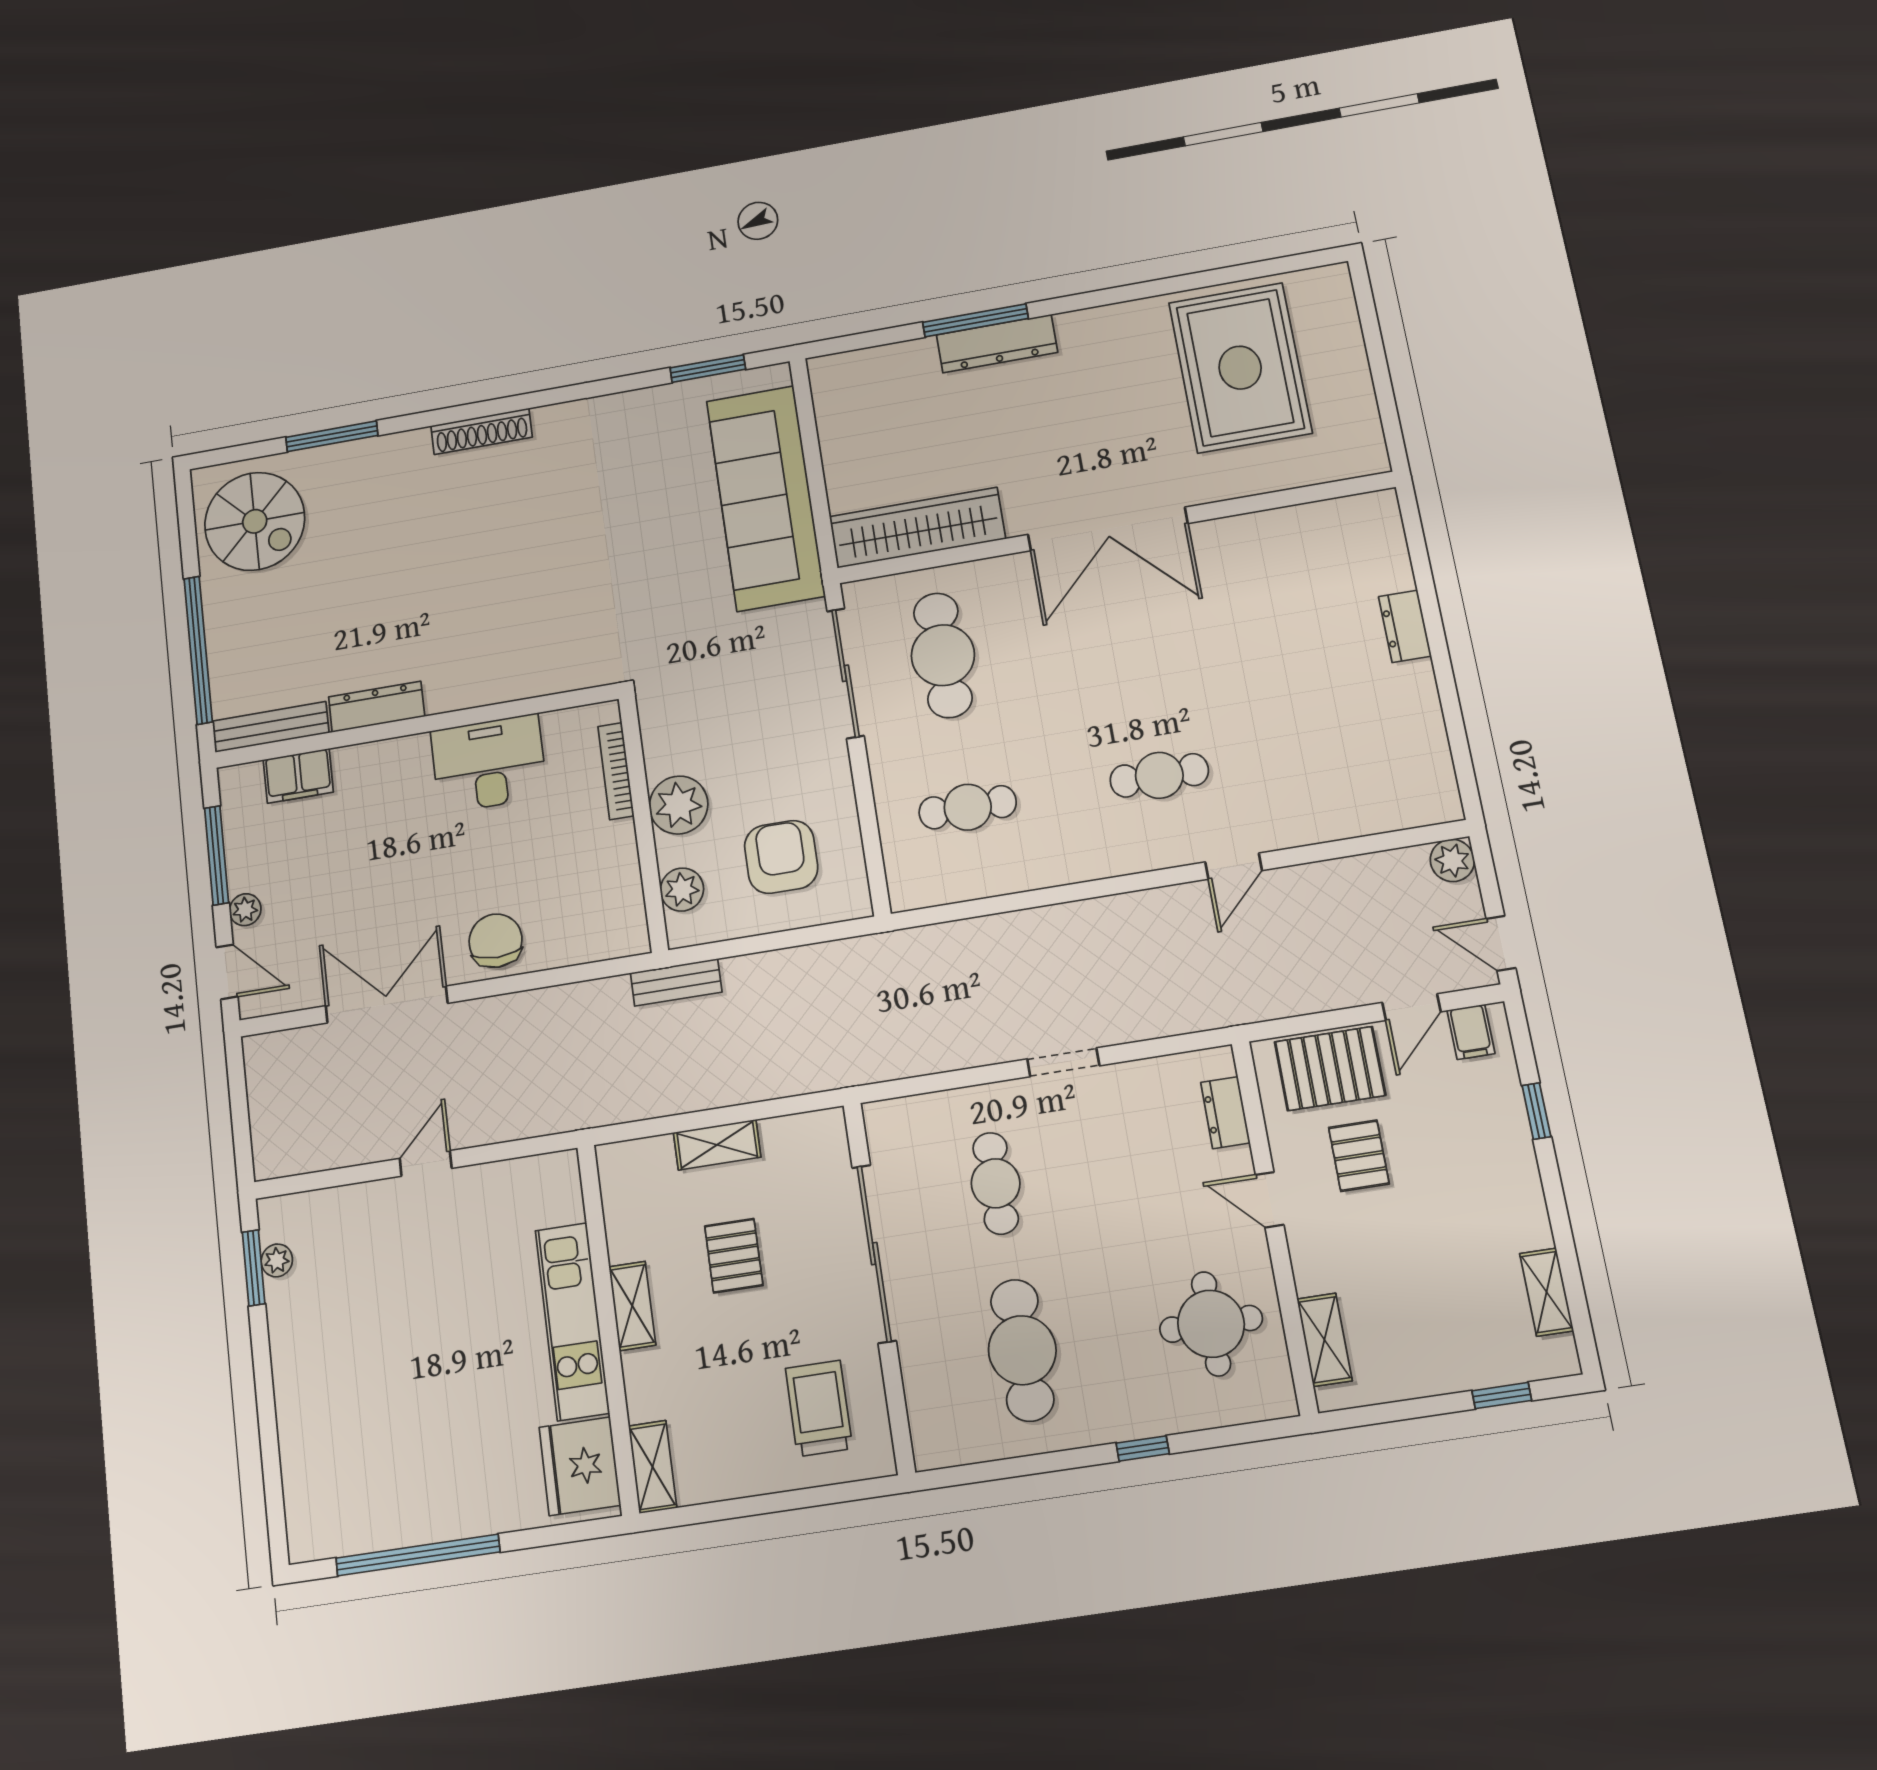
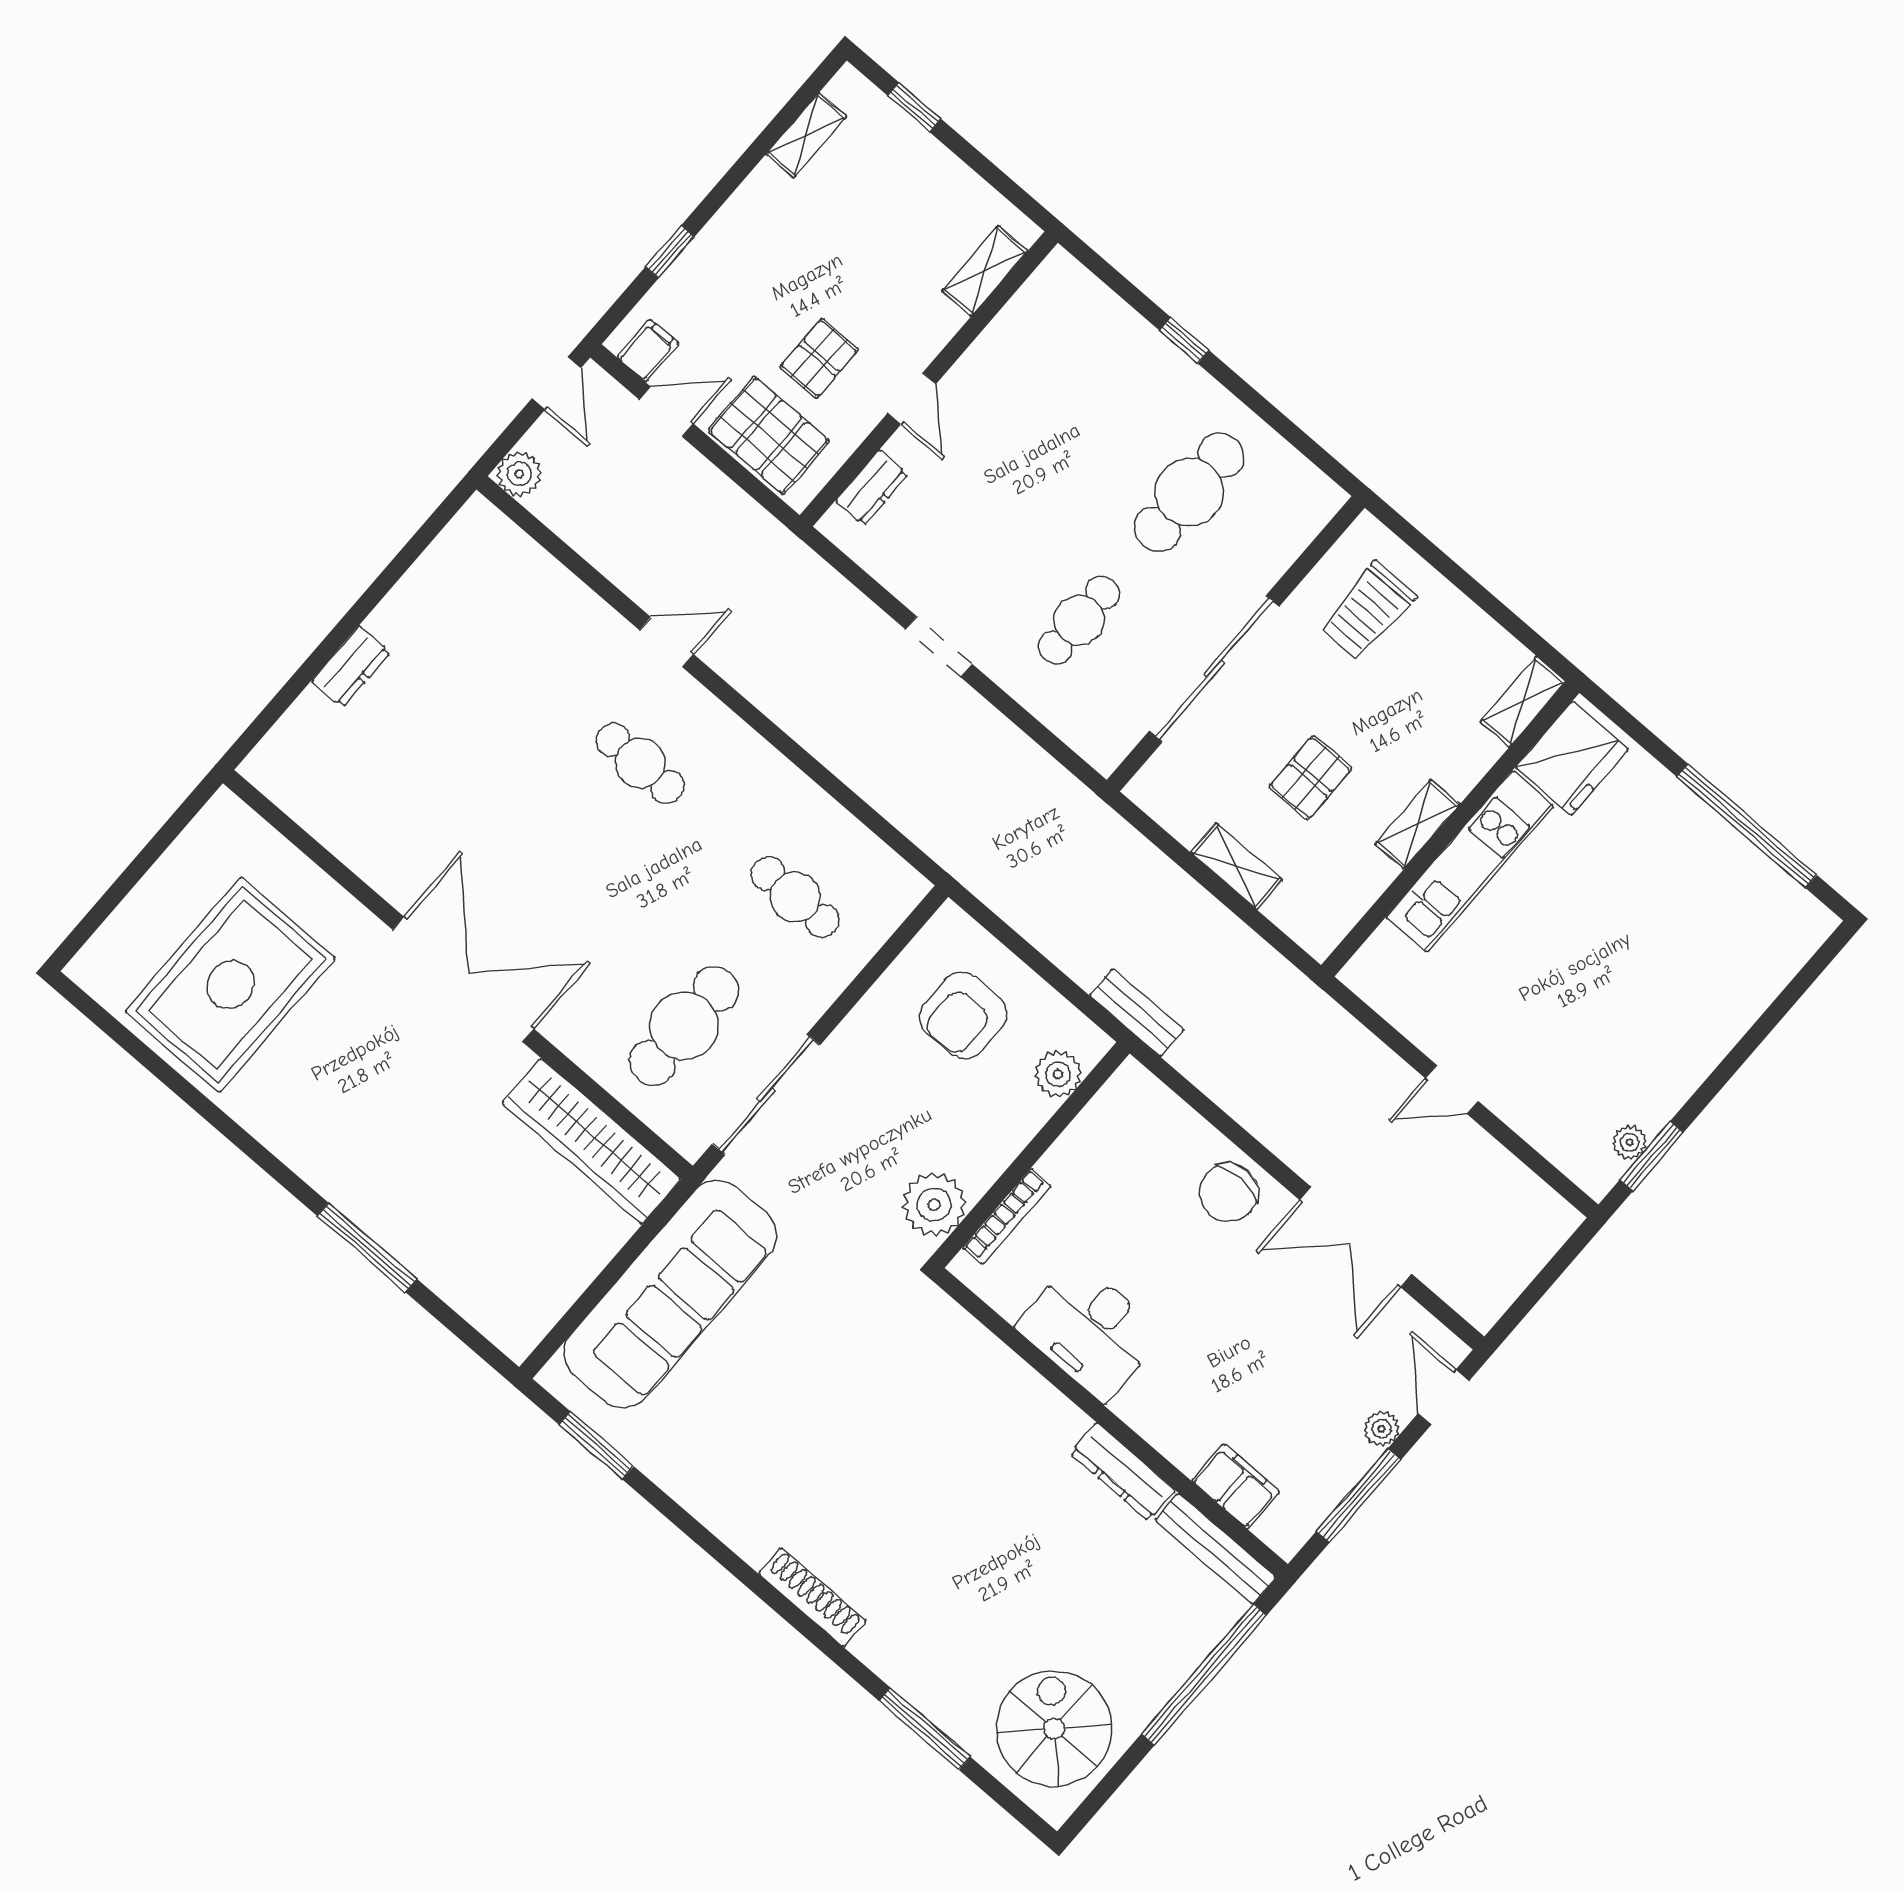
dresser: (997, 344) -> (373, 1211), removed
plant: (679, 805) -> (934, 1205), moved
round table: (1211, 1324) -> (1046, 366), removed

